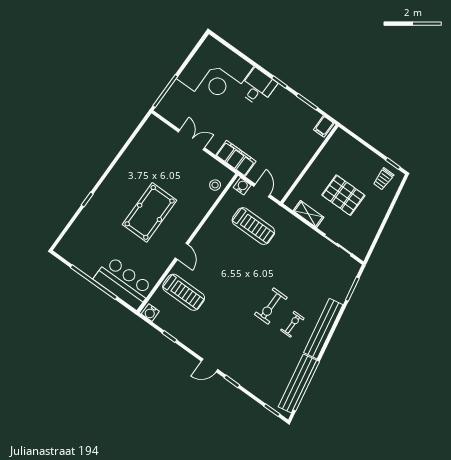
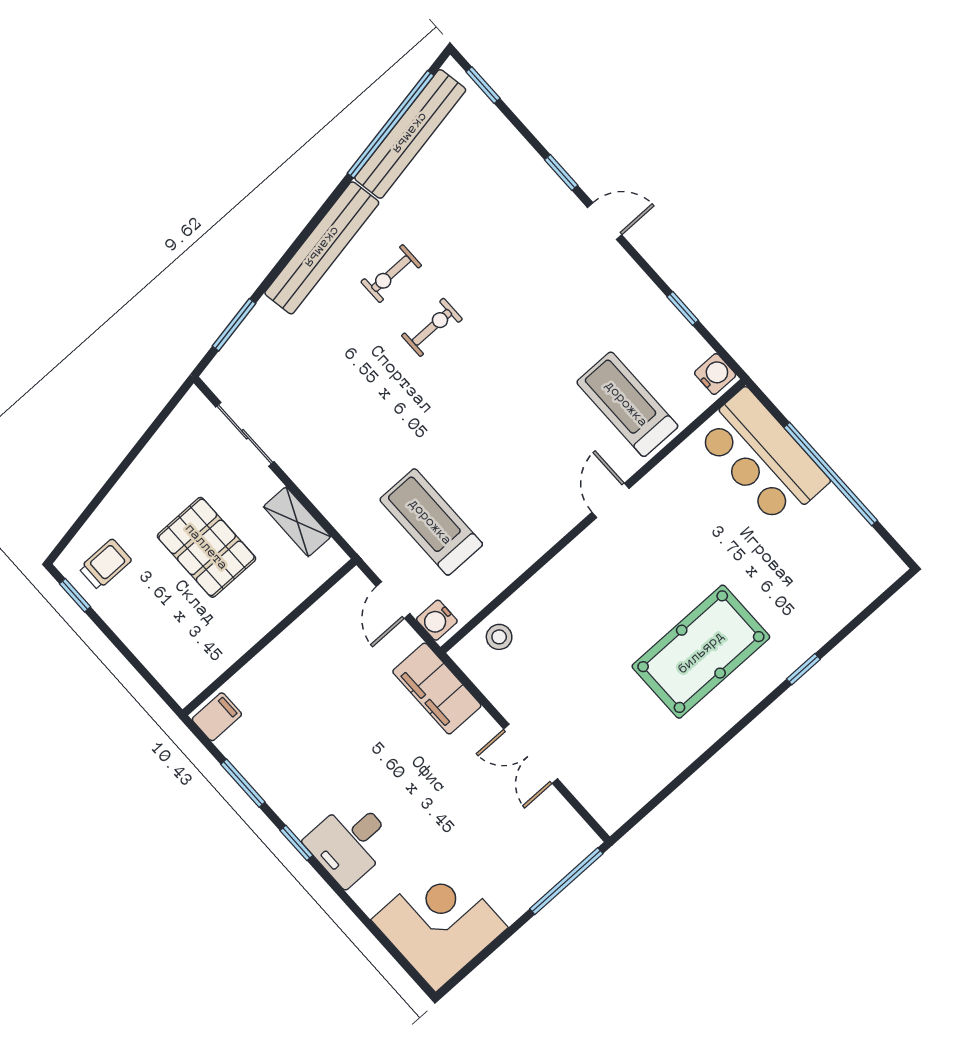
corner desk: (215, 72) -> (439, 924), width x0.74, depth x0.74
pool table: (150, 212) -> (701, 652), moved
exercise bike: (271, 306) -> (432, 327), width x0.73, depth x0.72

